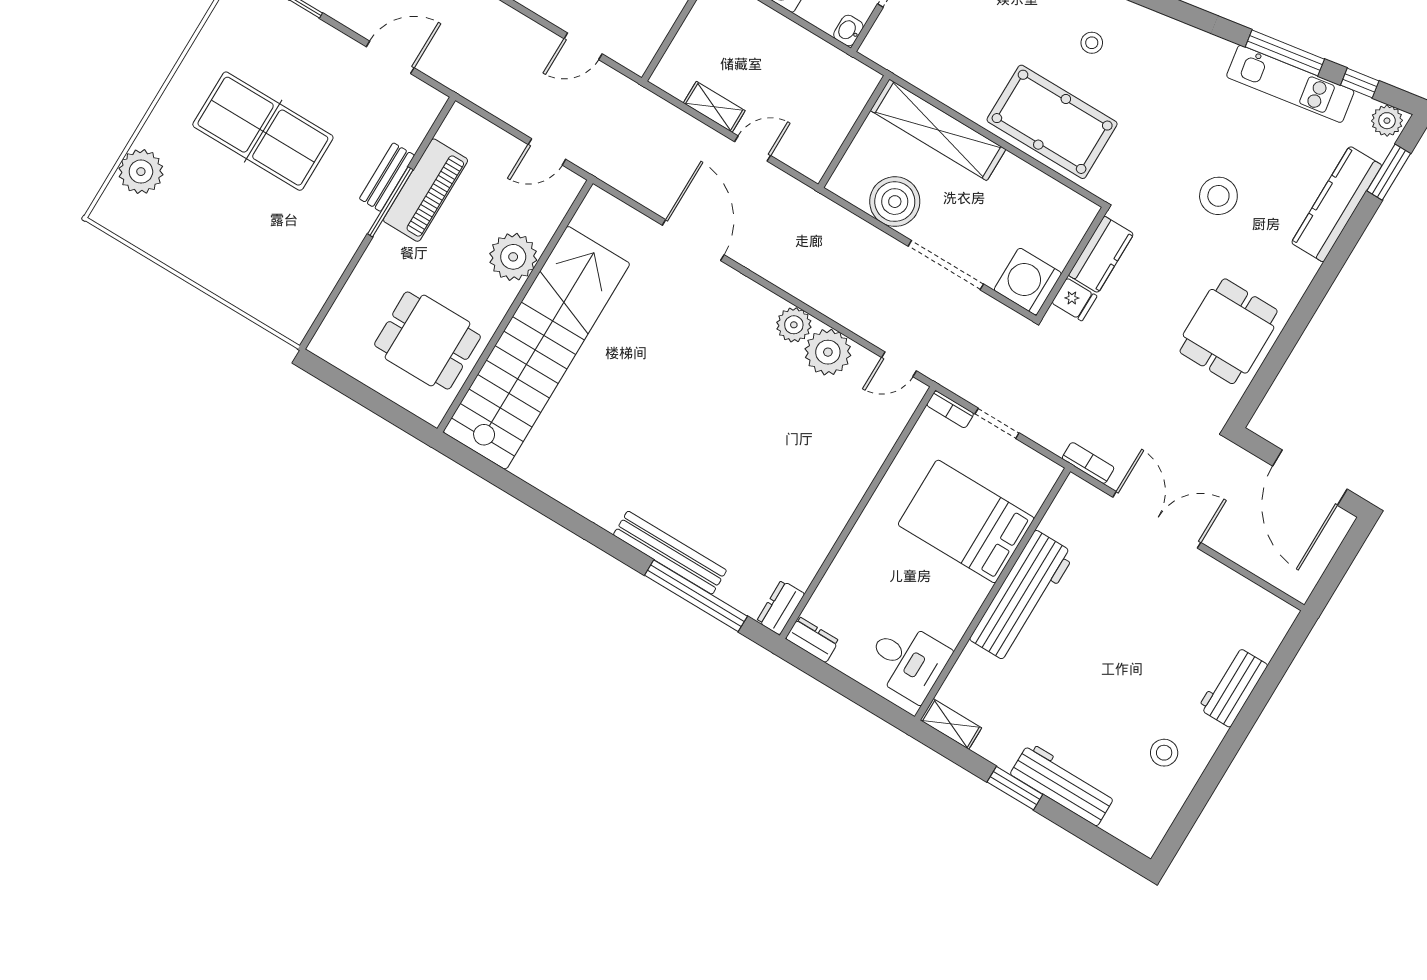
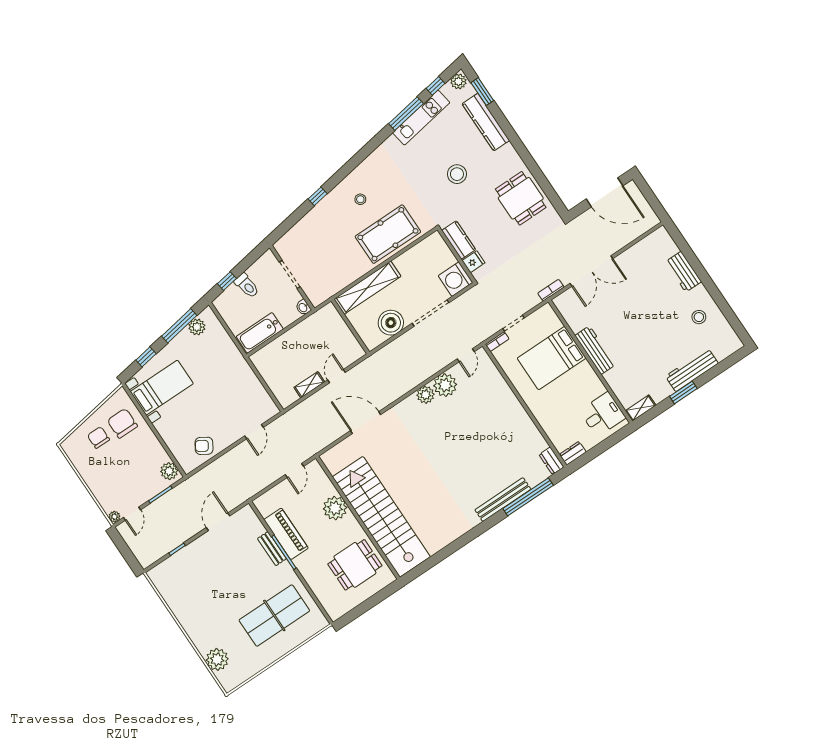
table tennis table: (263, 131) -> (274, 615), moved
double door: (1157, 520) -> (591, 271), swing flipped
workbench: (1022, 596) -> (595, 350), width x0.73, depth x0.76

